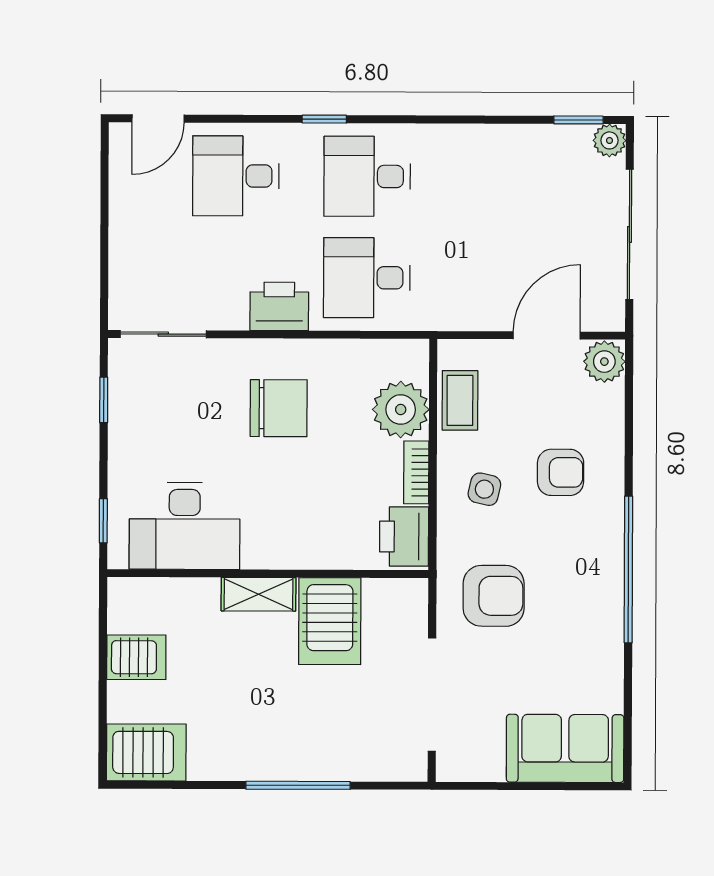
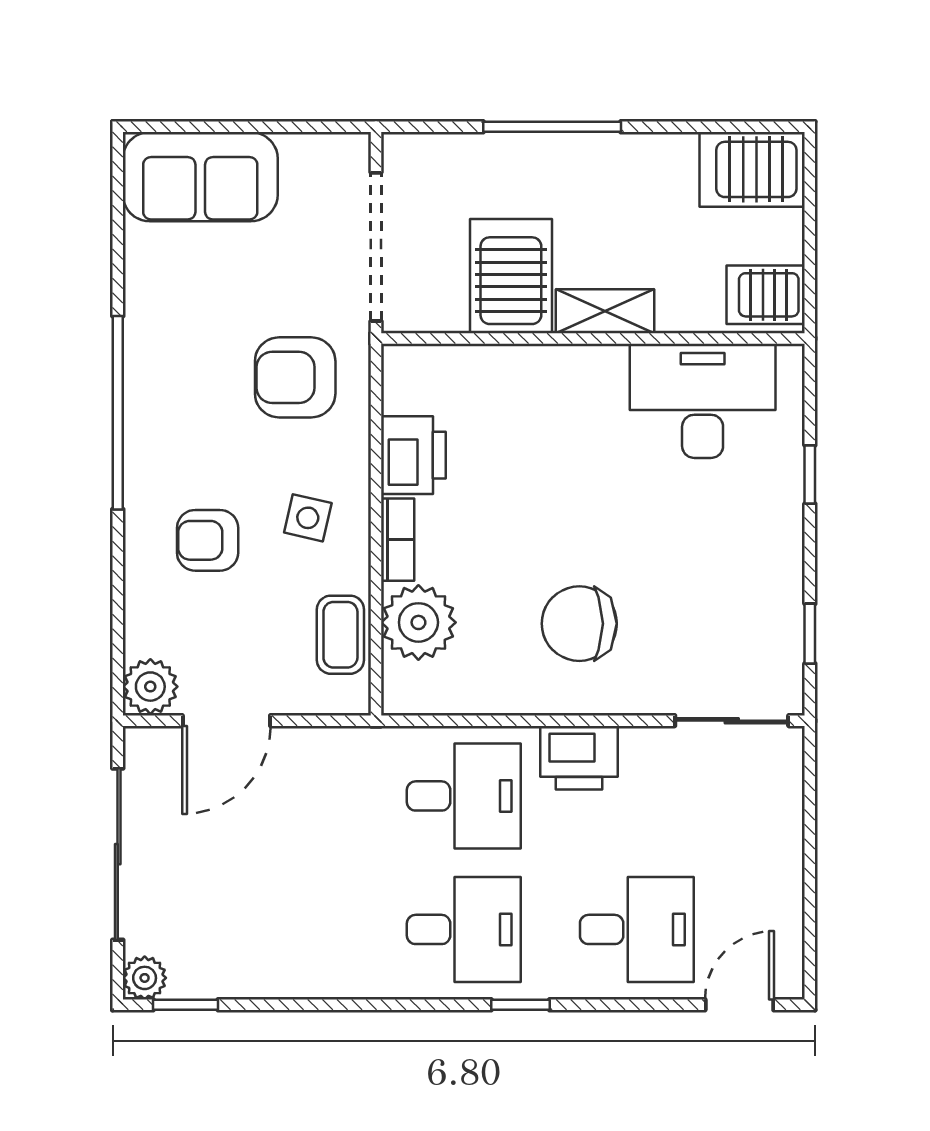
desk: (185, 526) -> (703, 401), moved
wall: (268, 574) -> (593, 339), moved
shelving: (258, 594) -> (605, 311), moved
server rack: (330, 621) -> (511, 276), moved

